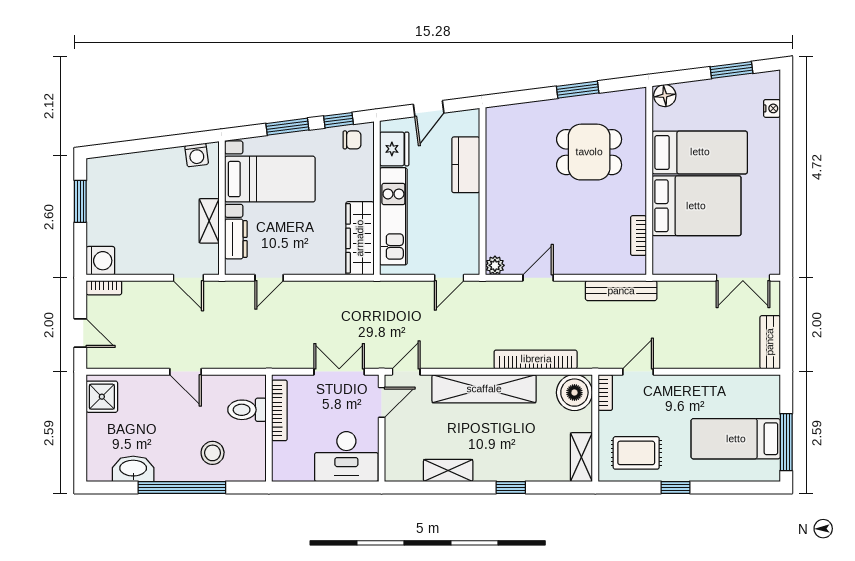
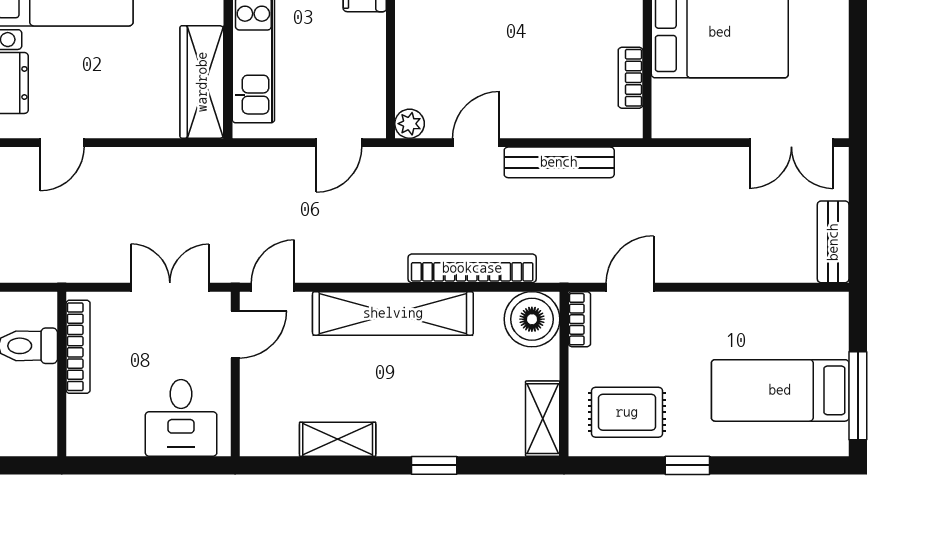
bench: (621, 291) -> (559, 162), moved
desk: (346, 457) -> (181, 418), width x0.73

